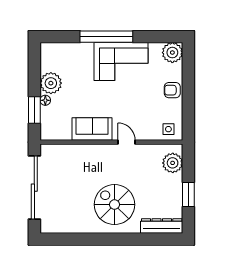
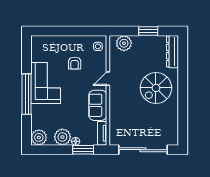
plant: (172, 53) -> (39, 137), moved
armchair: (172, 90) -> (75, 63), moved
tv unit: (56, 135) -> (102, 133), added

